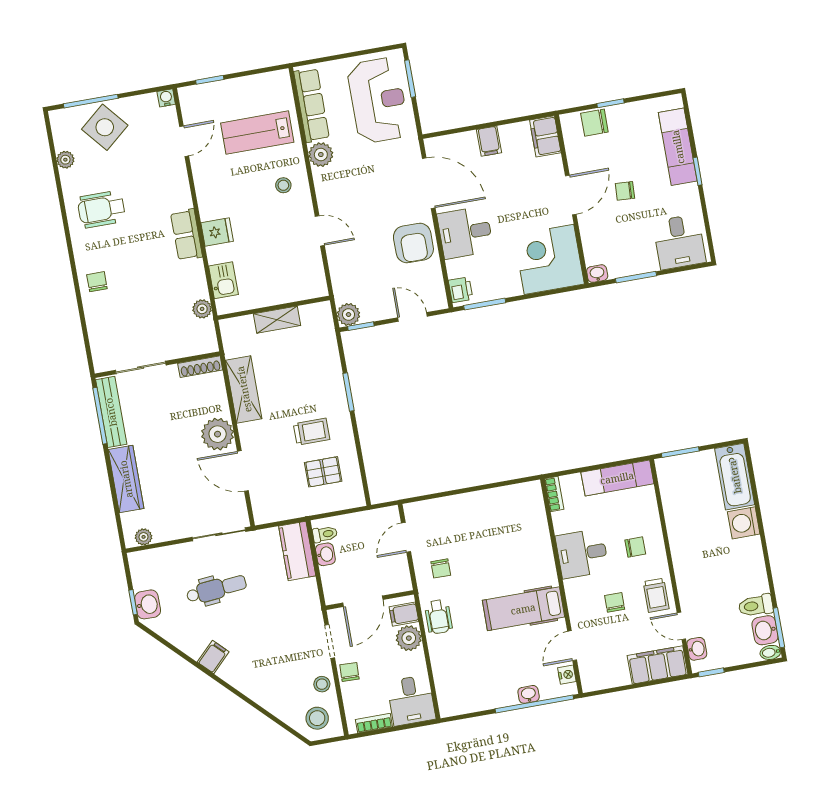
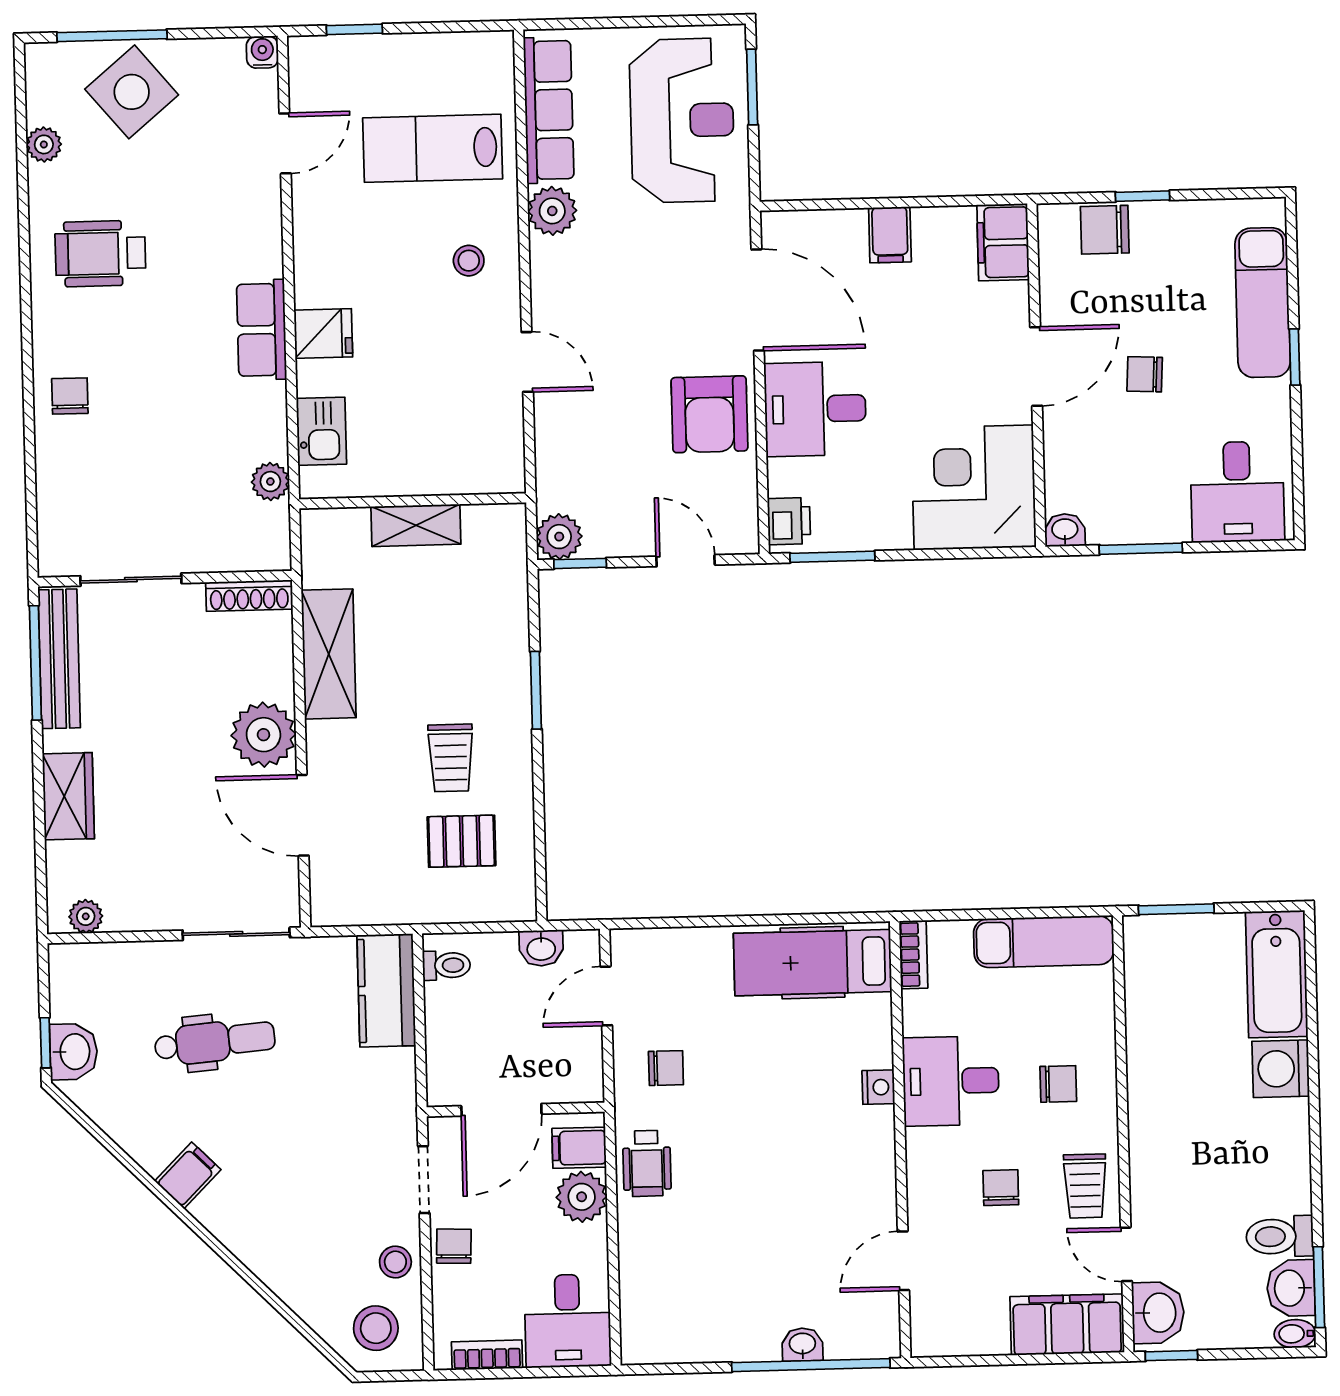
trolley: (312, 432) -> (451, 758), turned 90
wardrobe: (126, 479) -> (68, 796), width x0.67
washbasin: (325, 554) -> (541, 948), moved, turned 90
chair: (441, 568) -> (666, 1068), turned -90
hospital bed: (523, 609) -> (813, 963), moved
washbasin: (697, 649) -> (1158, 1313), width x1.38, depth x1.45
nightstand: (567, 675) -> (878, 1087), moved

